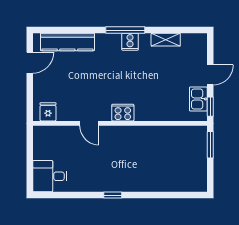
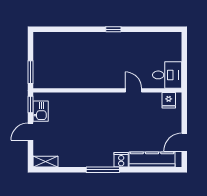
shelving: (166, 40) -> (45, 162), moved
cooker: (130, 42) -> (121, 160), moved
cooker: (123, 113) -> (105, 100), removed
desk: (50, 176) -> (167, 75), moved

